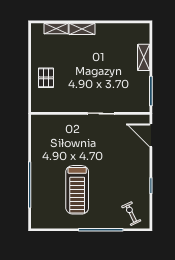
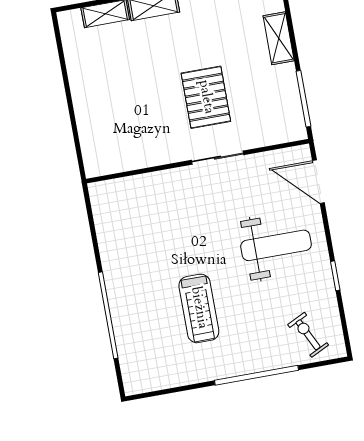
pallet: (46, 78) -> (206, 97), moved, width x1.50, depth x1.42
weight bench: (123, 164) -> (276, 245), added
treadmill: (77, 190) -> (199, 308), width x0.73, depth x0.73

